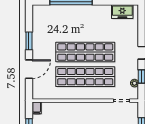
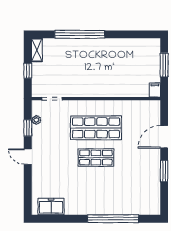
shop shelf: (85, 52) -> (96, 158), width x0.50, depth x0.74
shop shelf: (85, 77) -> (96, 128), width x0.71

